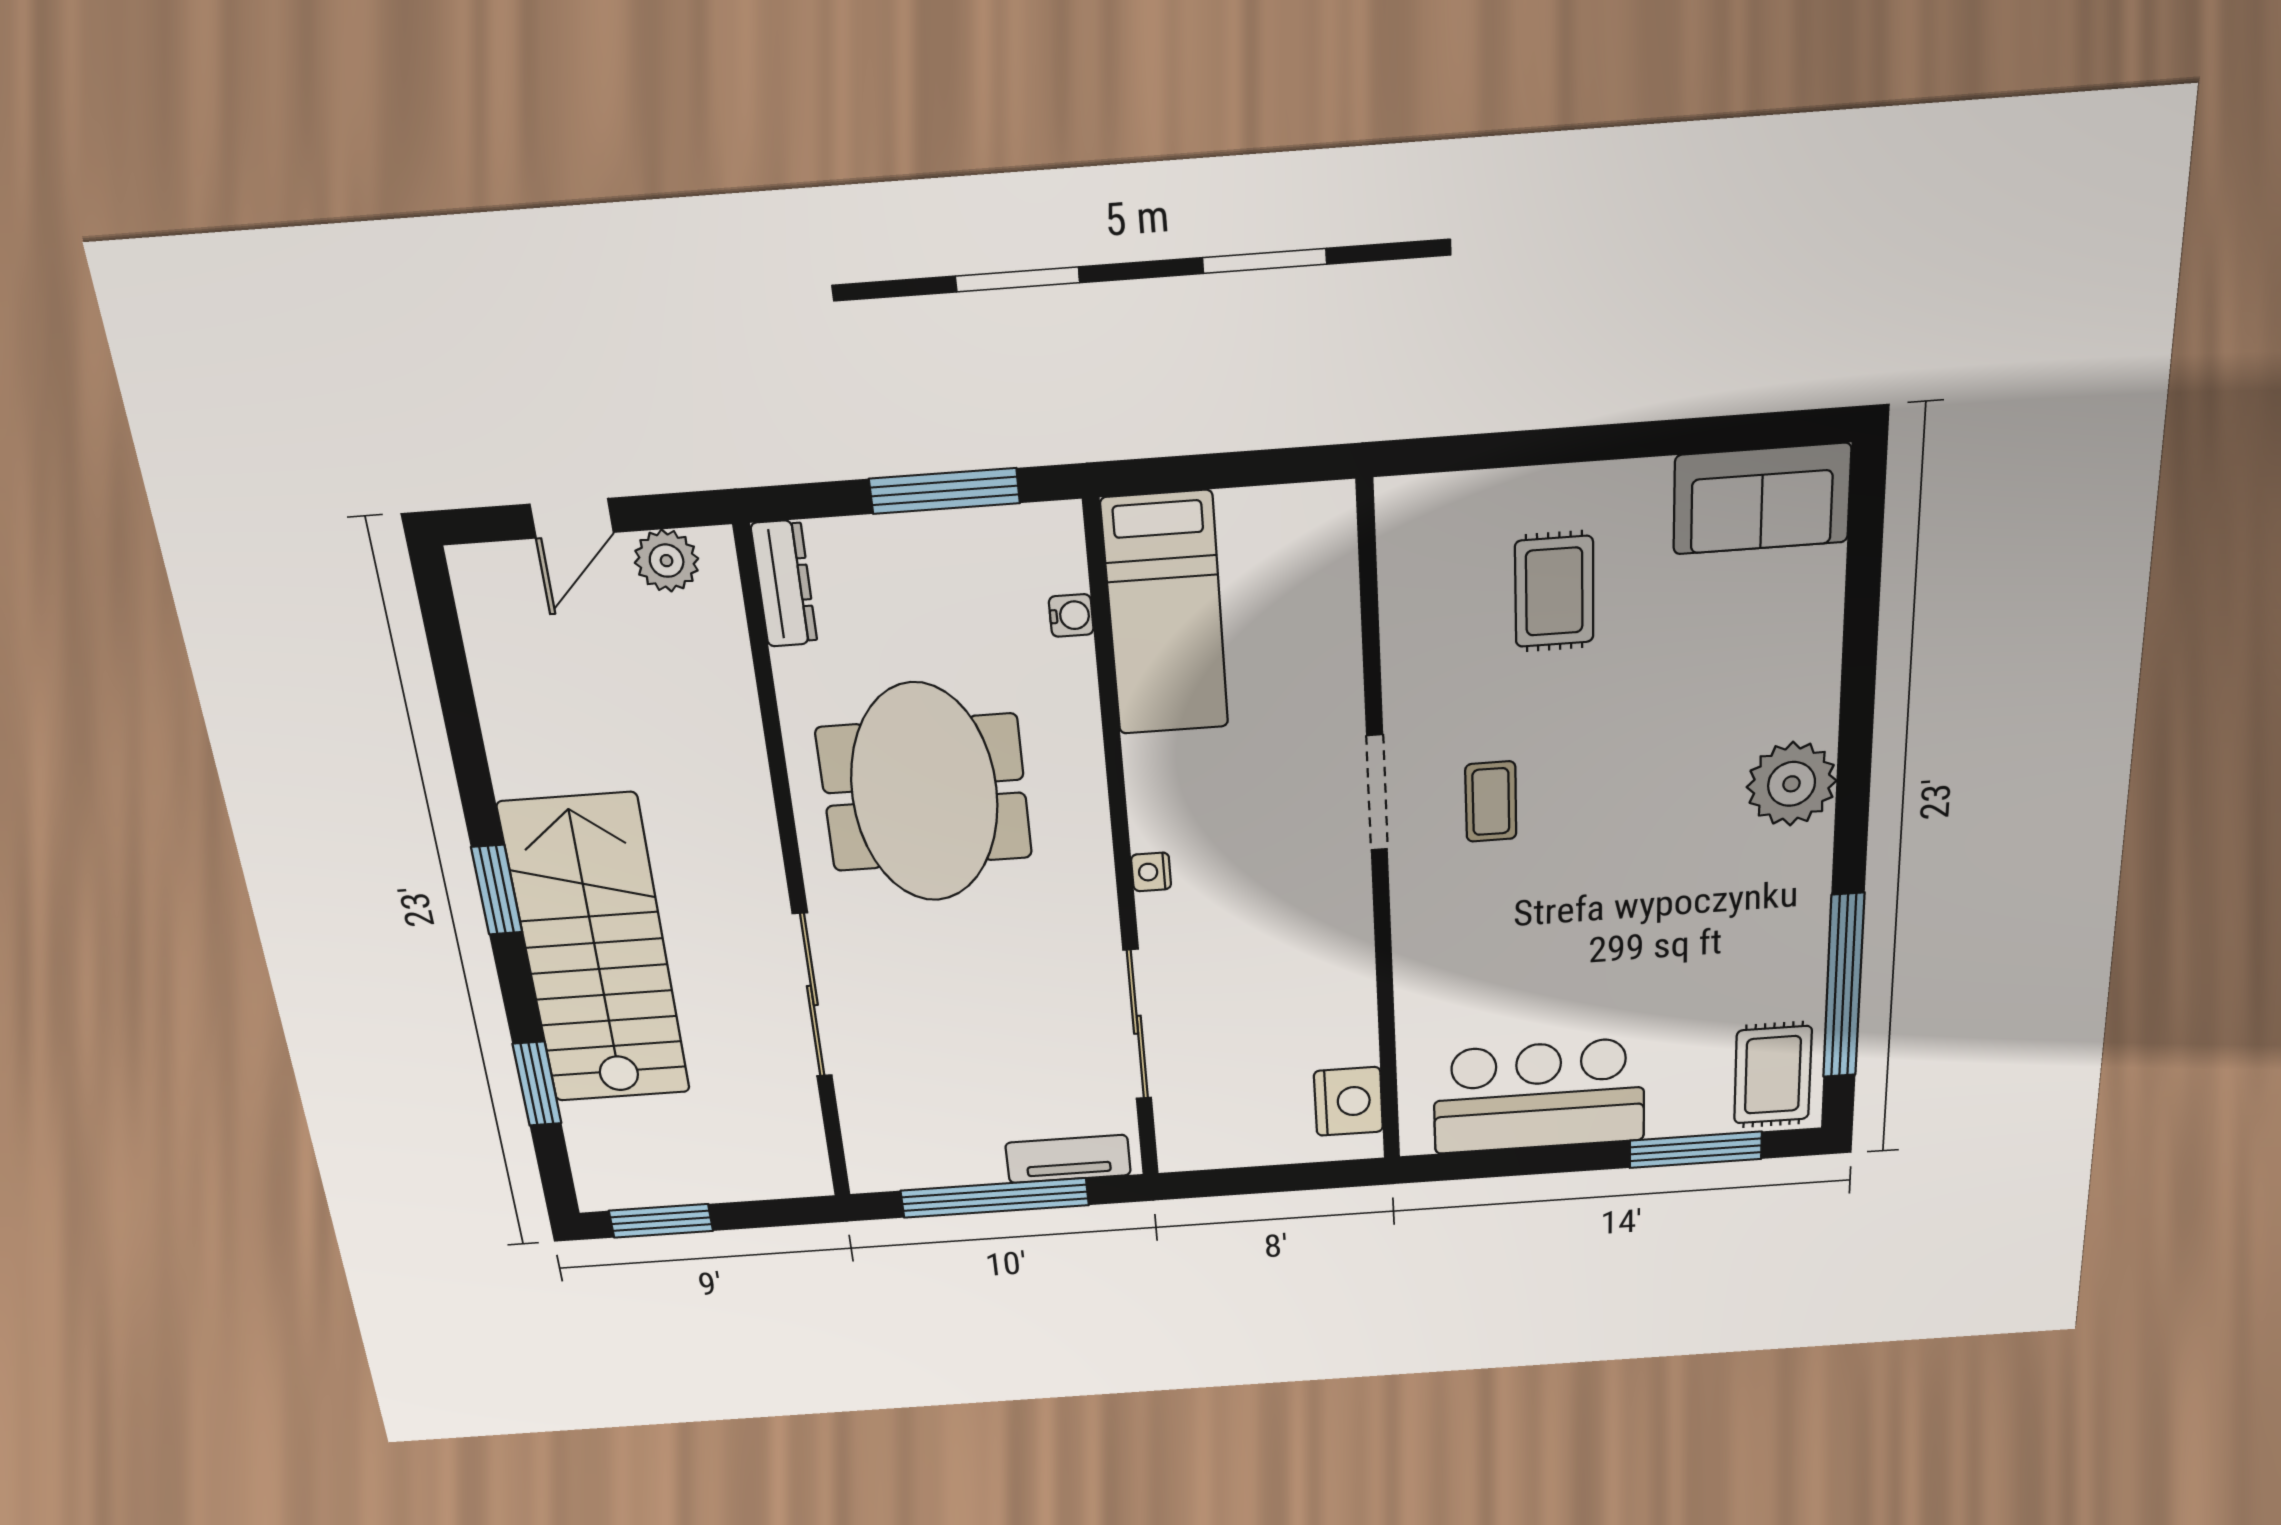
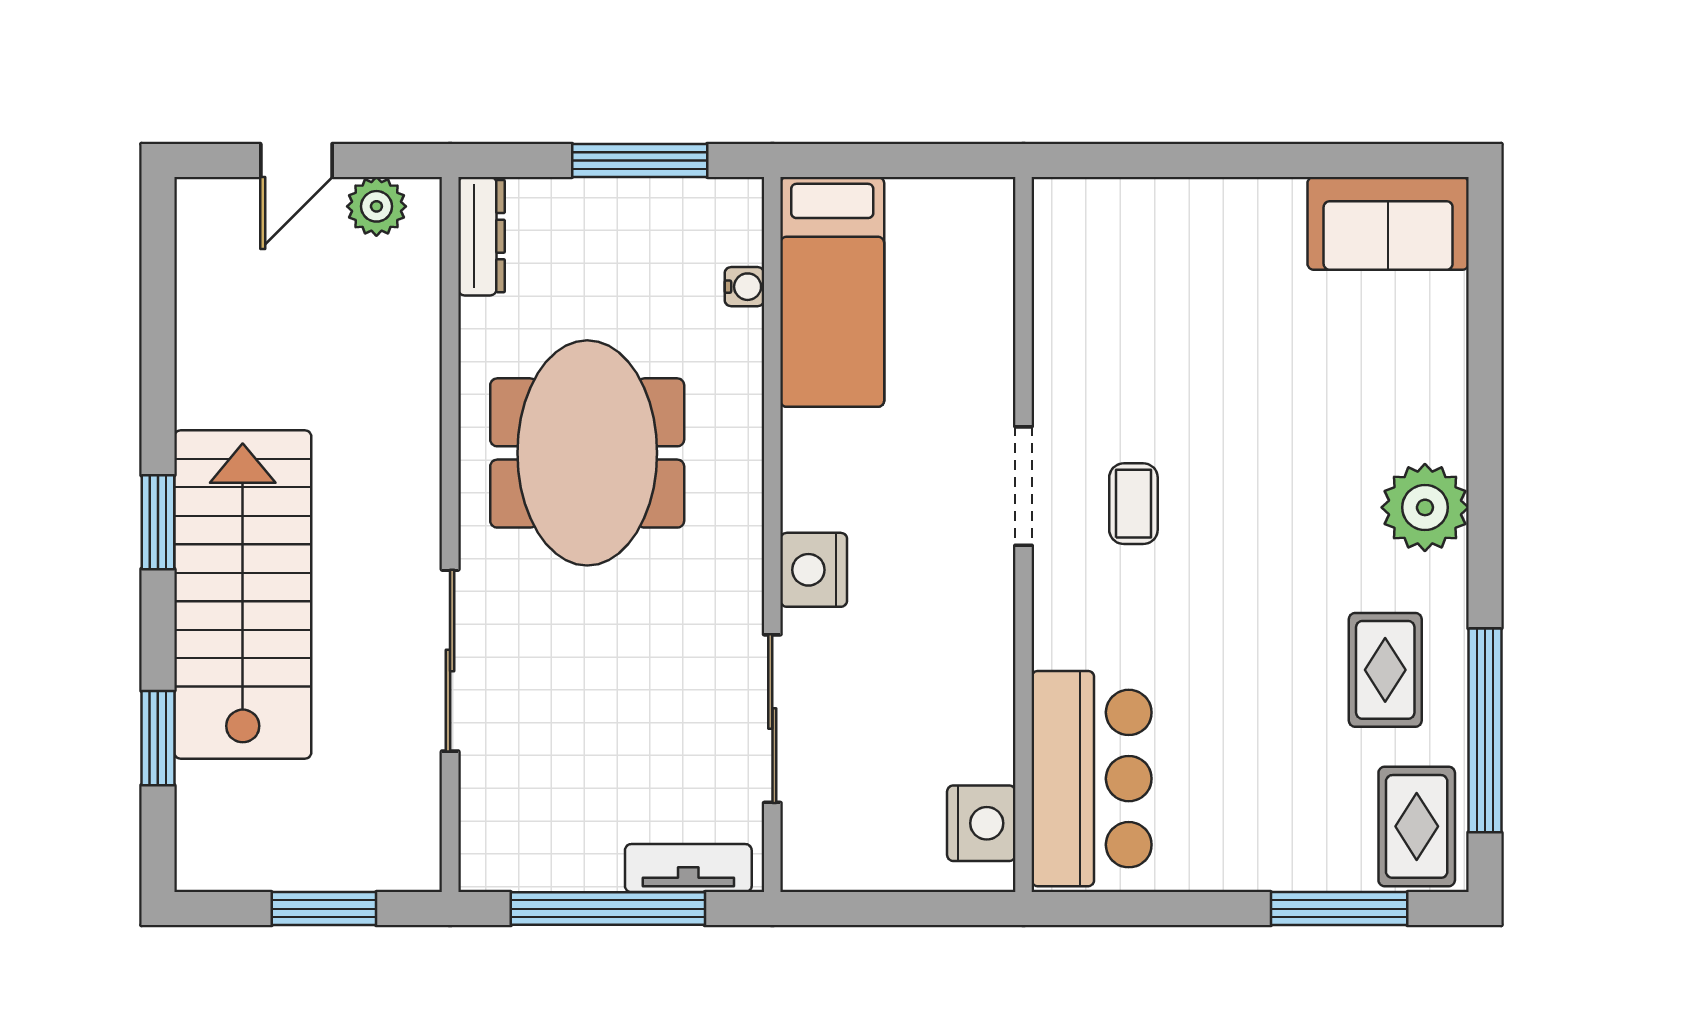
rug: (1554, 592) -> (1385, 670), moved
nightstand: (1151, 872) -> (814, 570), width x1.89, depth x1.79
bar counter: (1539, 1096) -> (1092, 779), moved, turned 90
window: (661, 1221) -> (324, 909), moved

